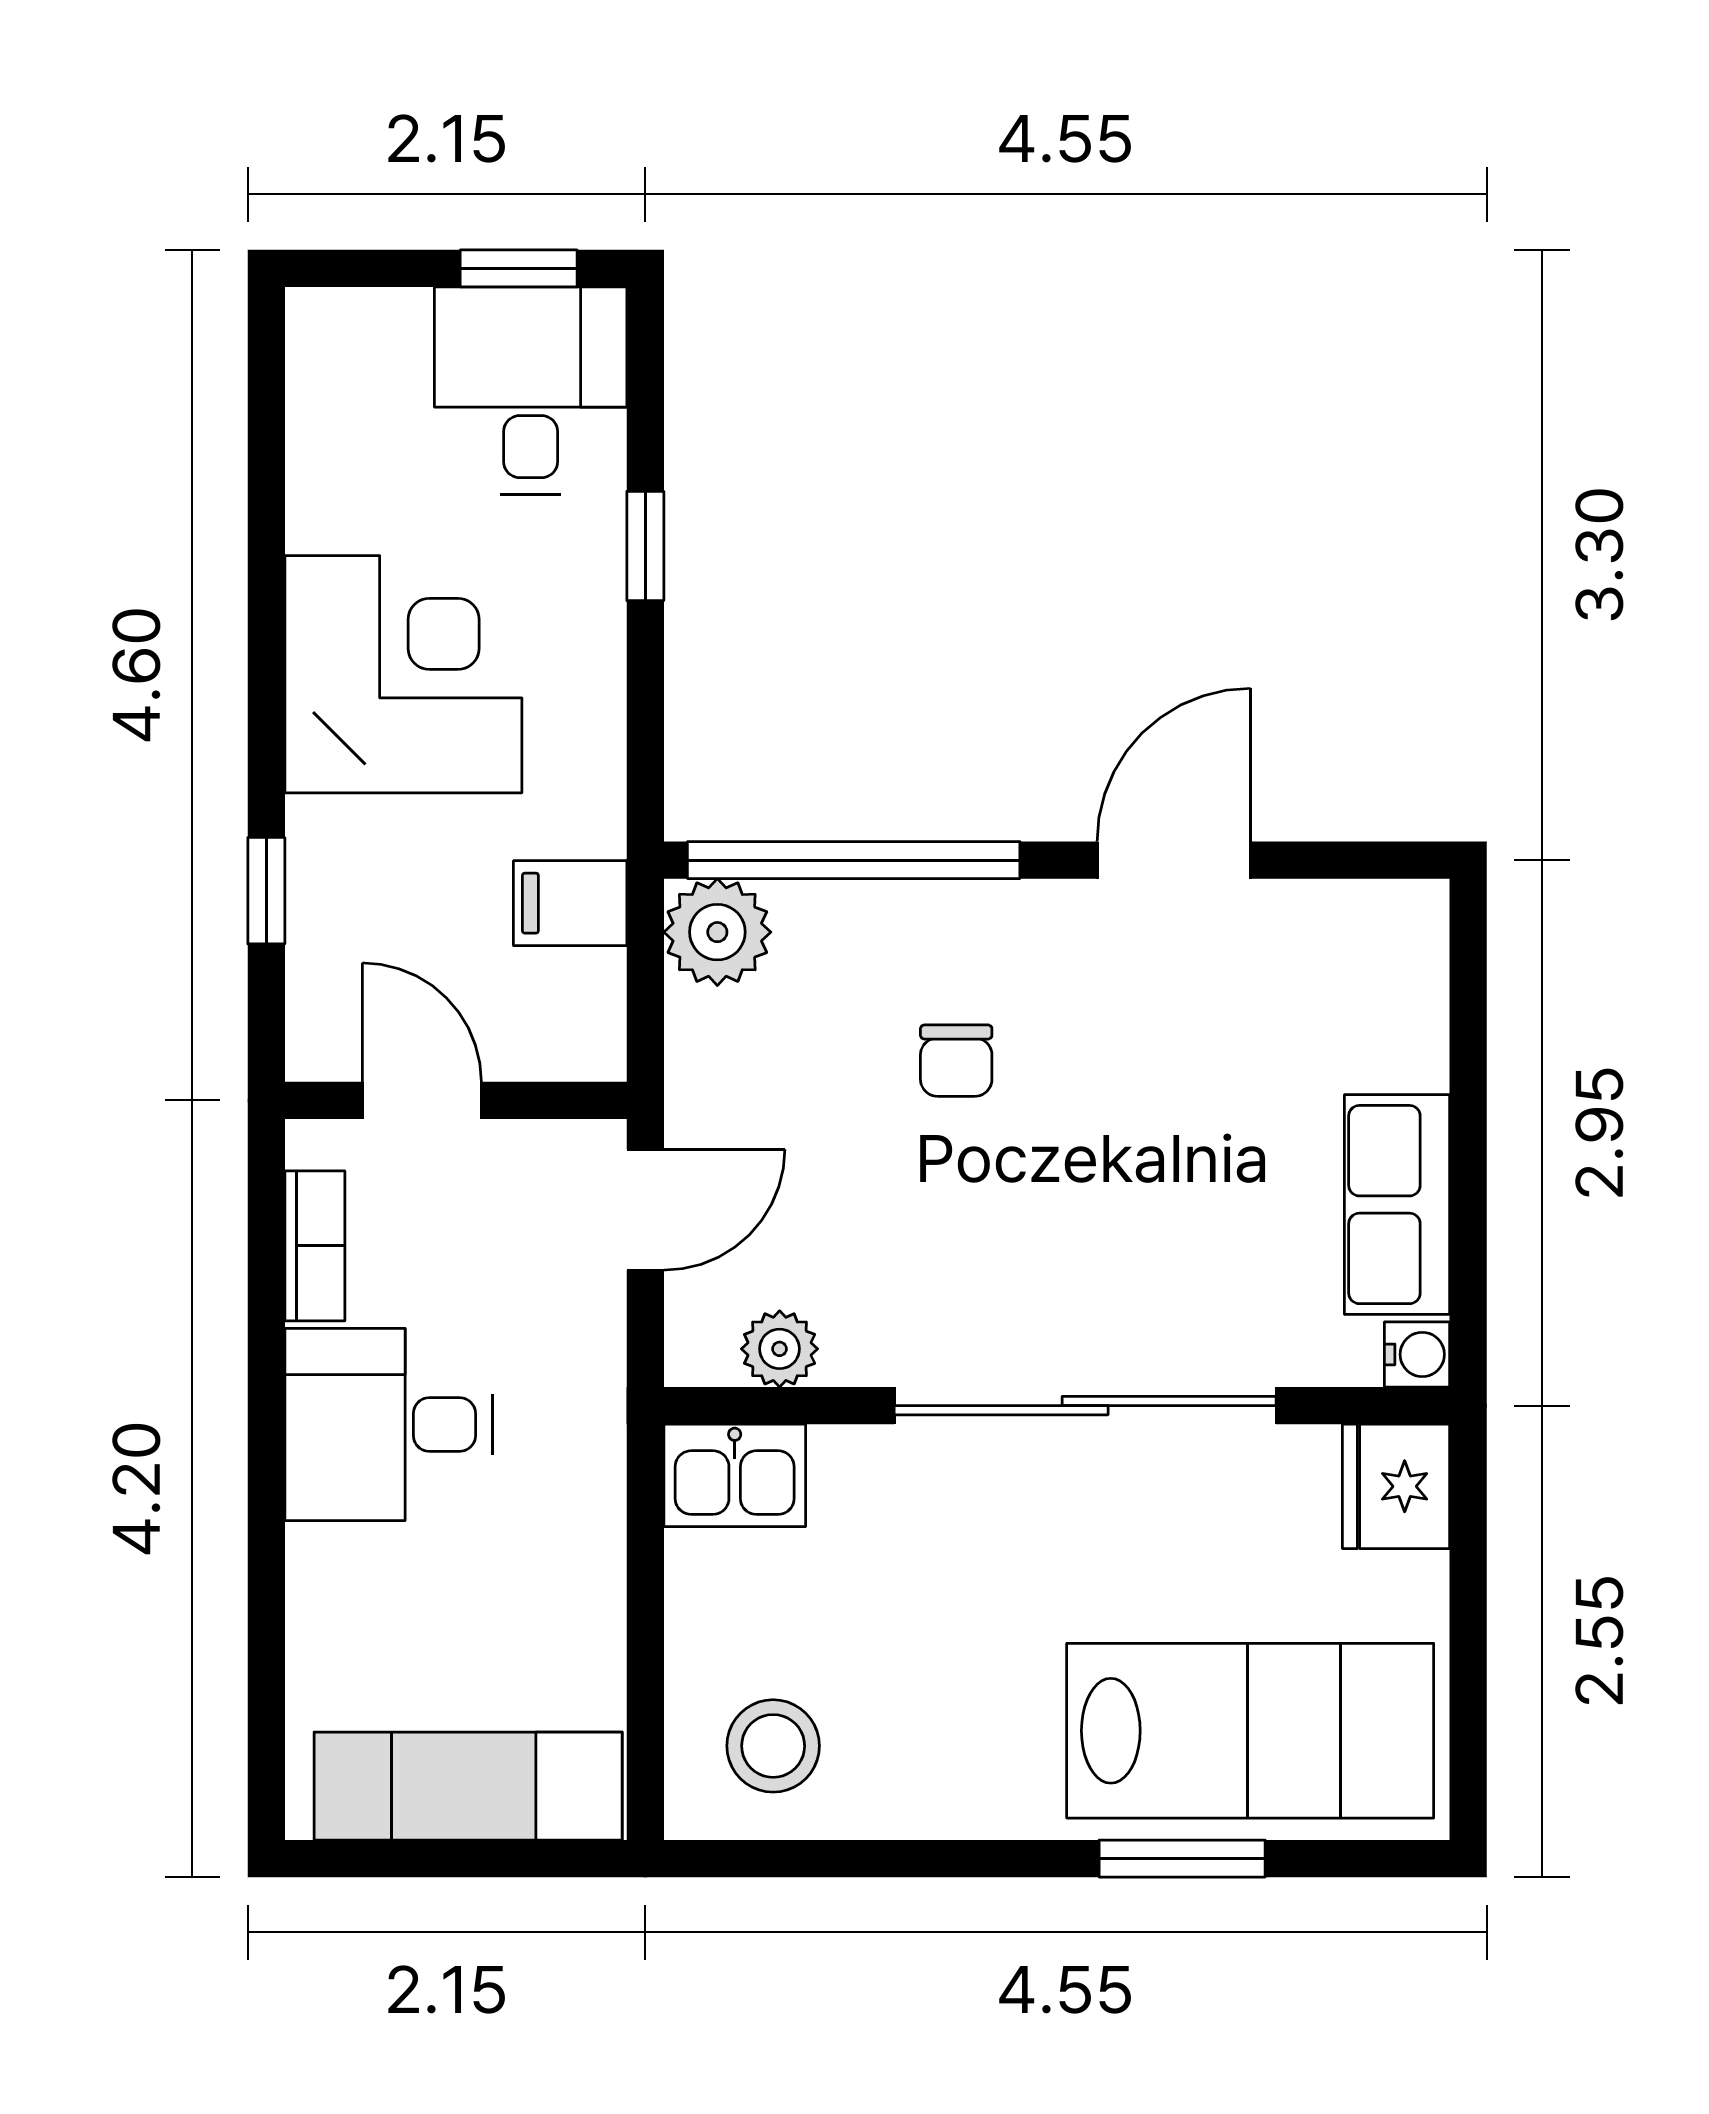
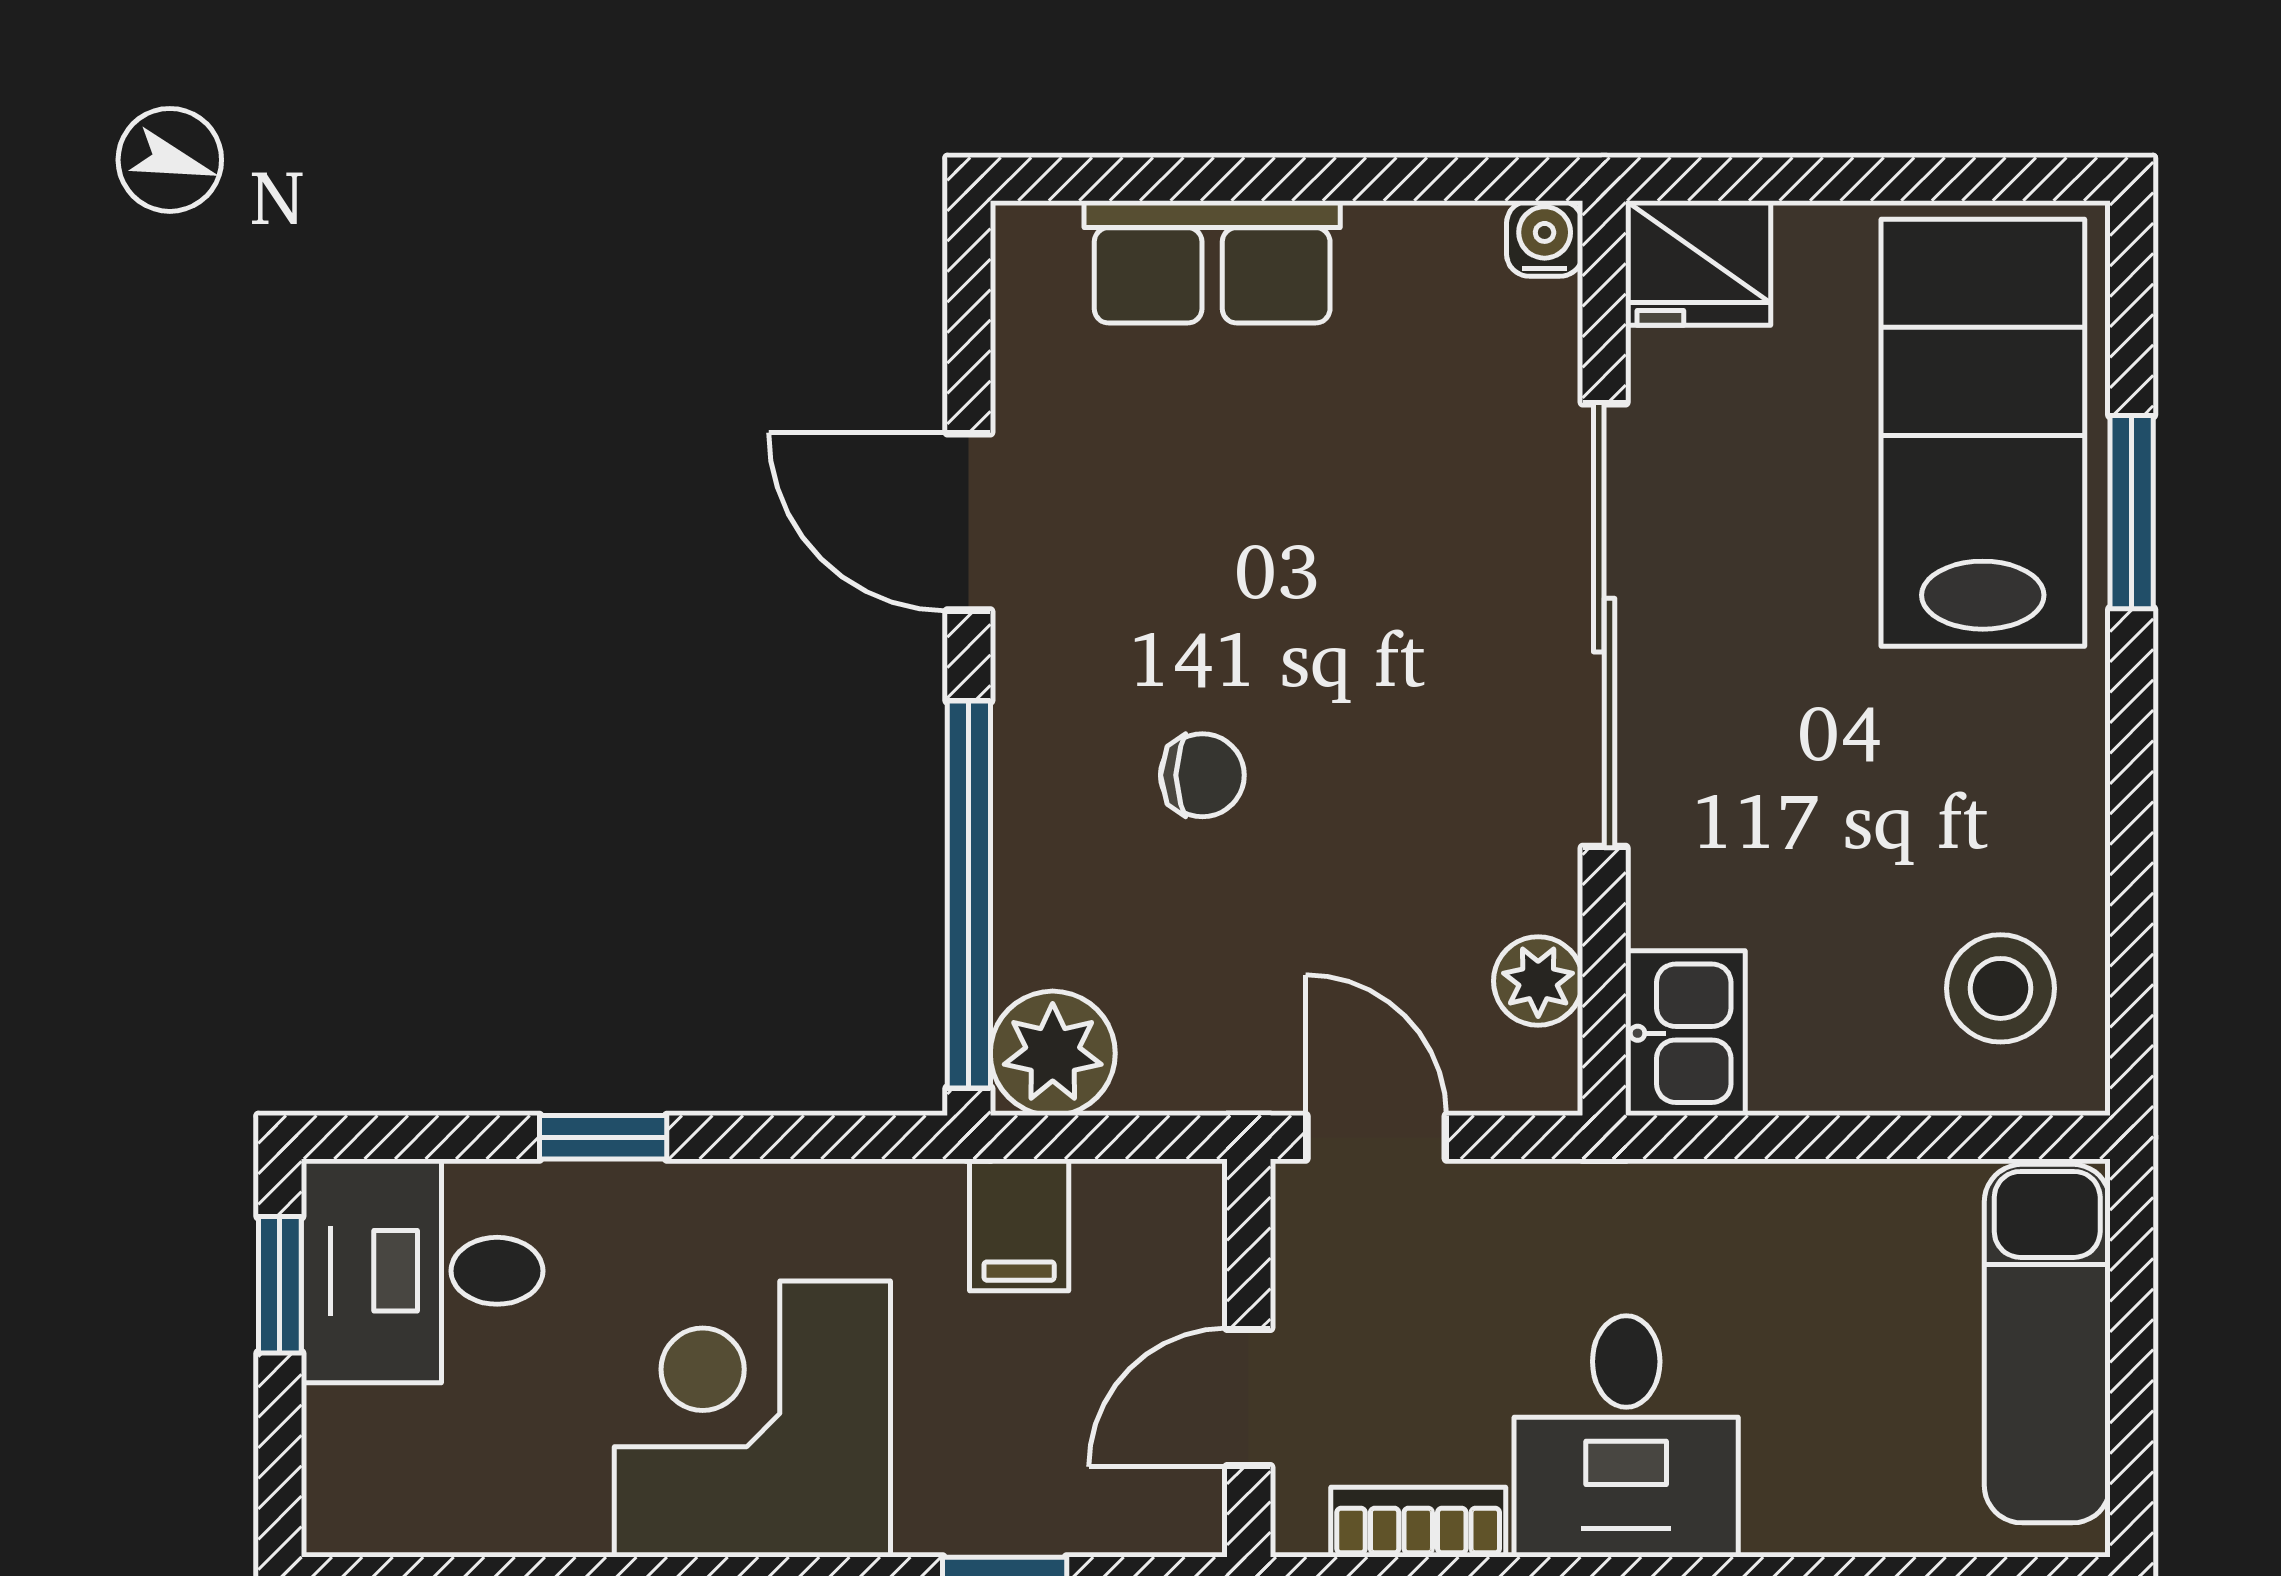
row of seats: (1397, 1205) -> (1212, 262), moved

